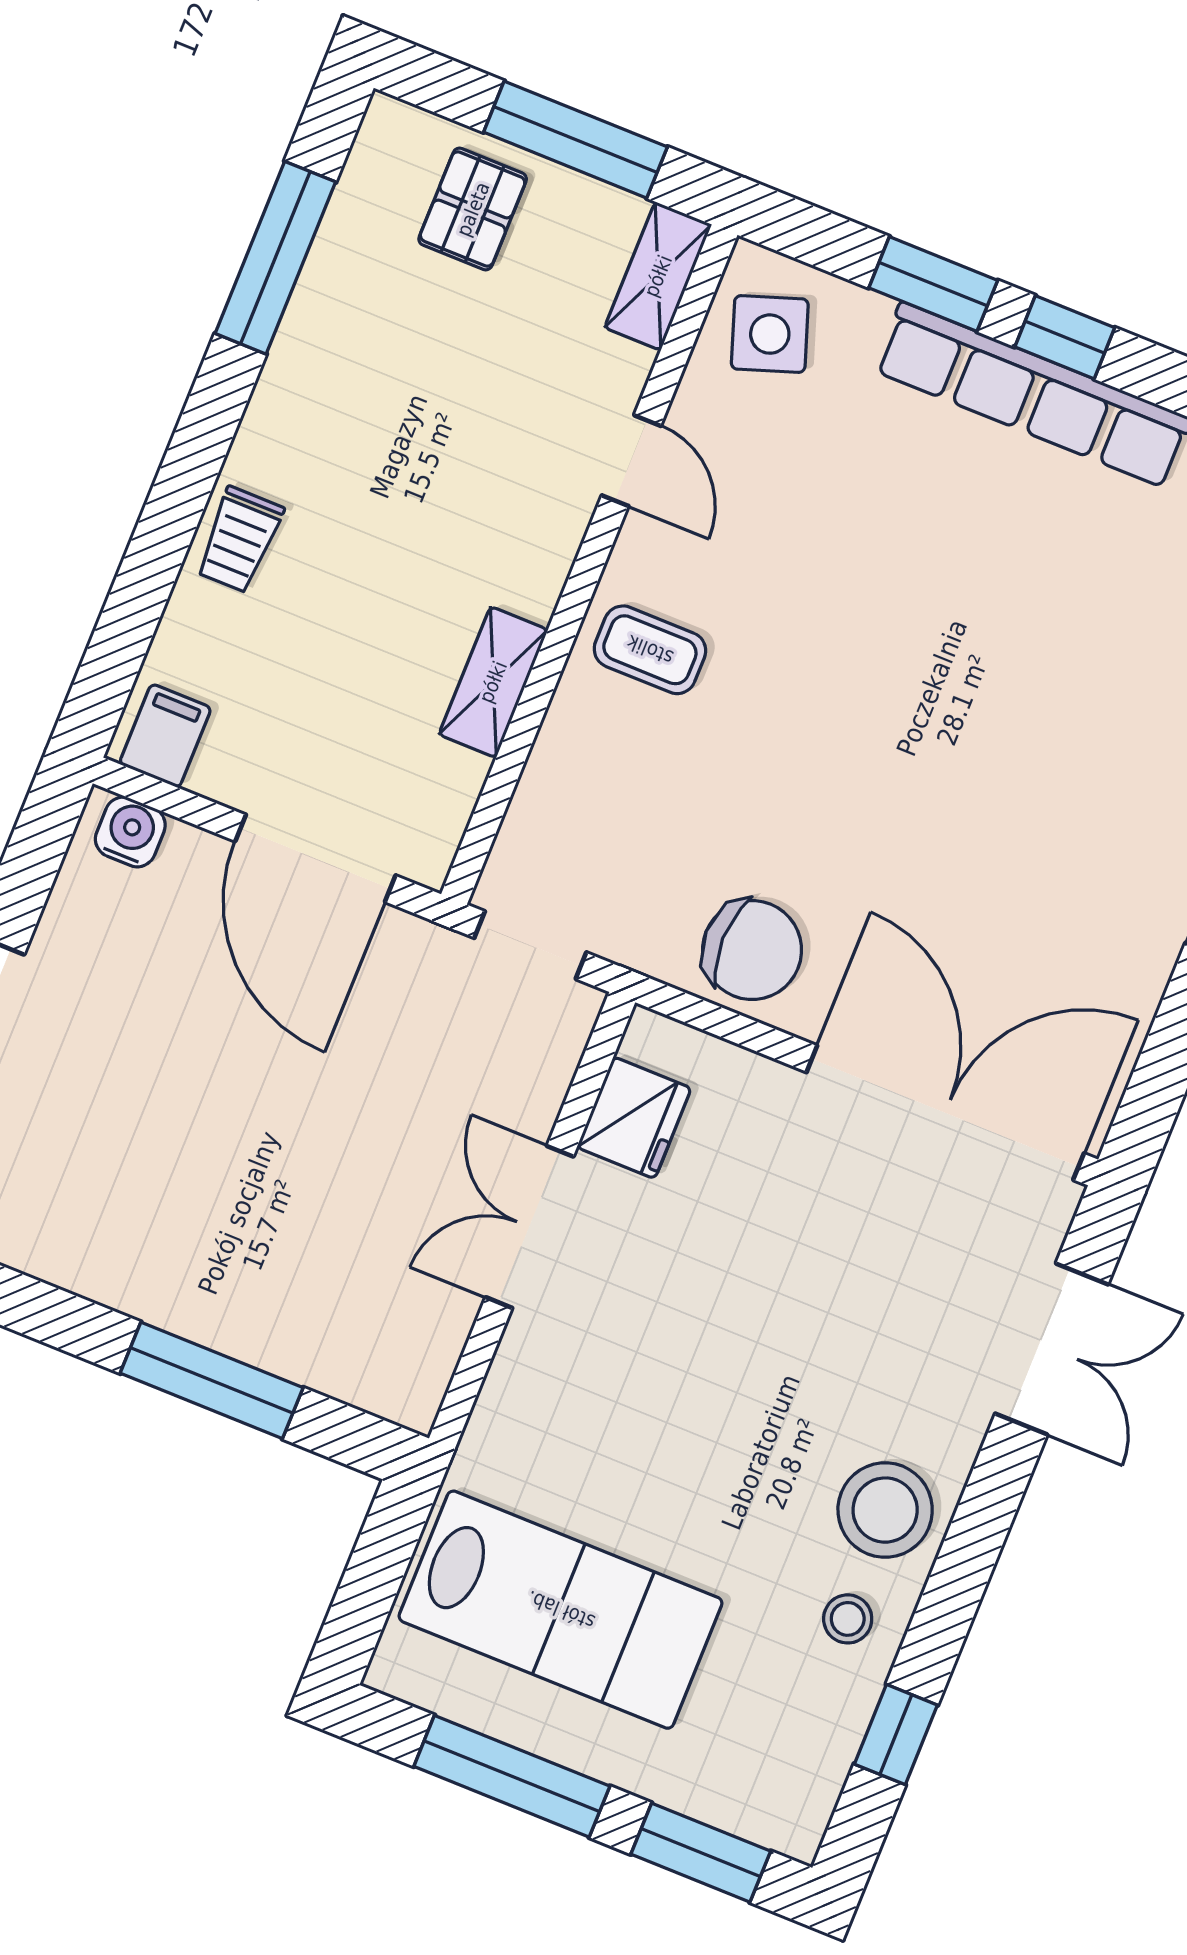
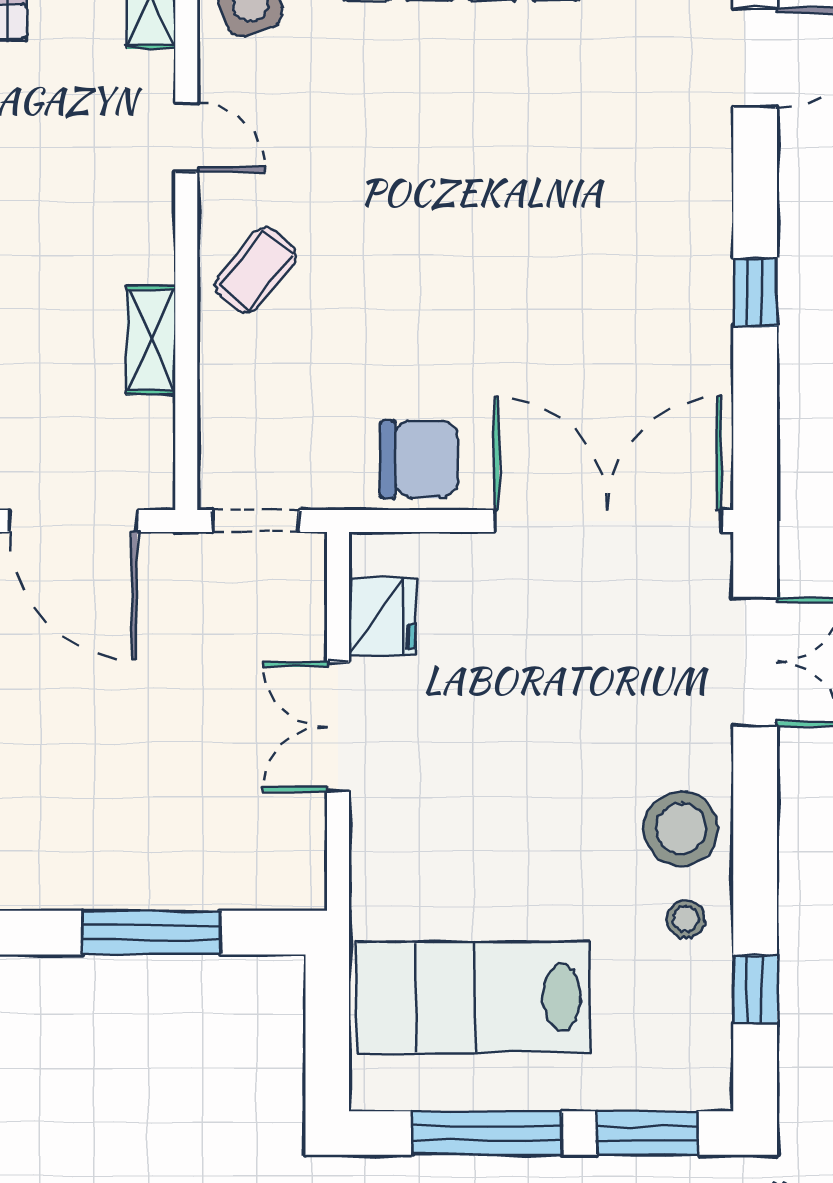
coffee table: (650, 650) -> (256, 270), turned -50
lab bench: (561, 1610) -> (474, 997), turned 180

